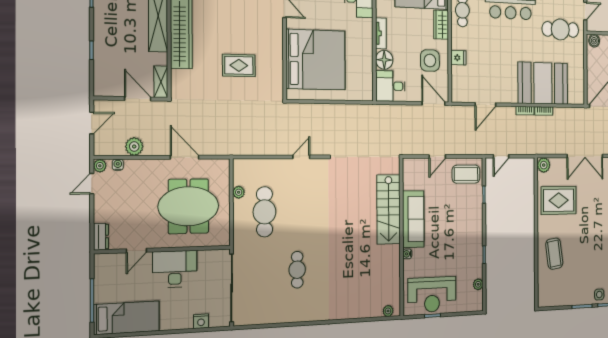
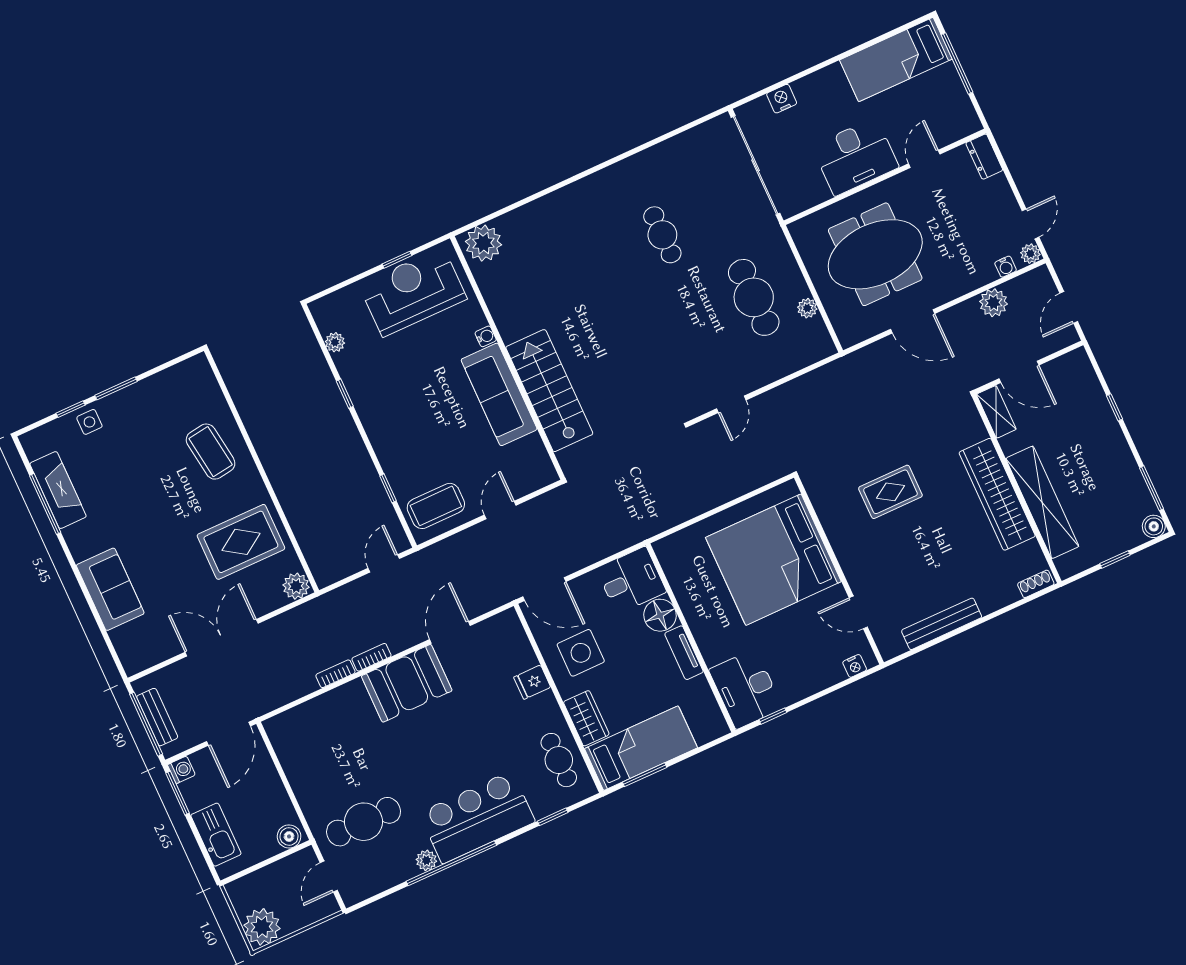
booth: (543, 83) -> (407, 683), moved, width x0.73, depth x0.70
plant: (388, 311) -> (483, 243), width x1.88, depth x1.88

